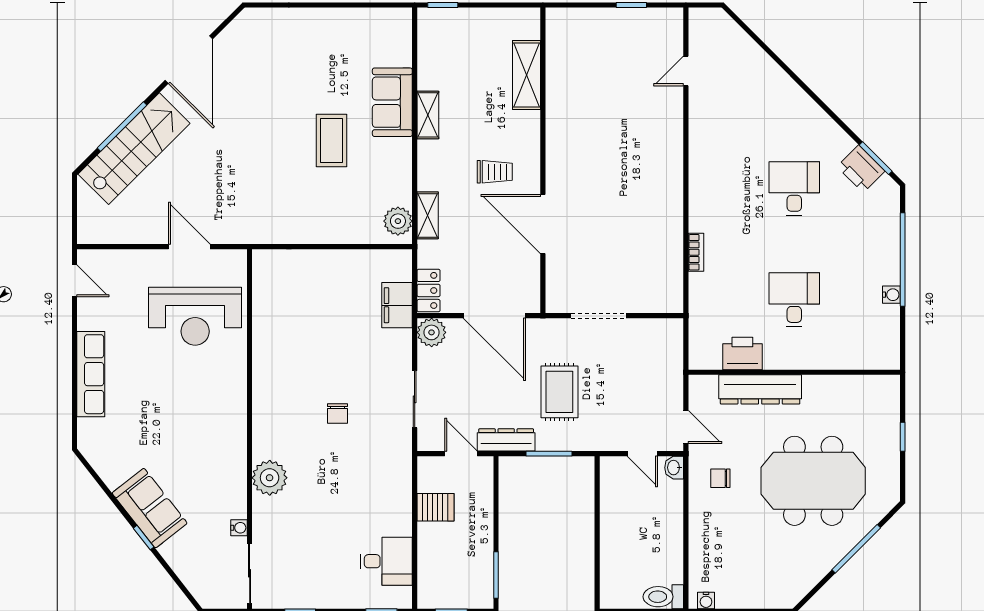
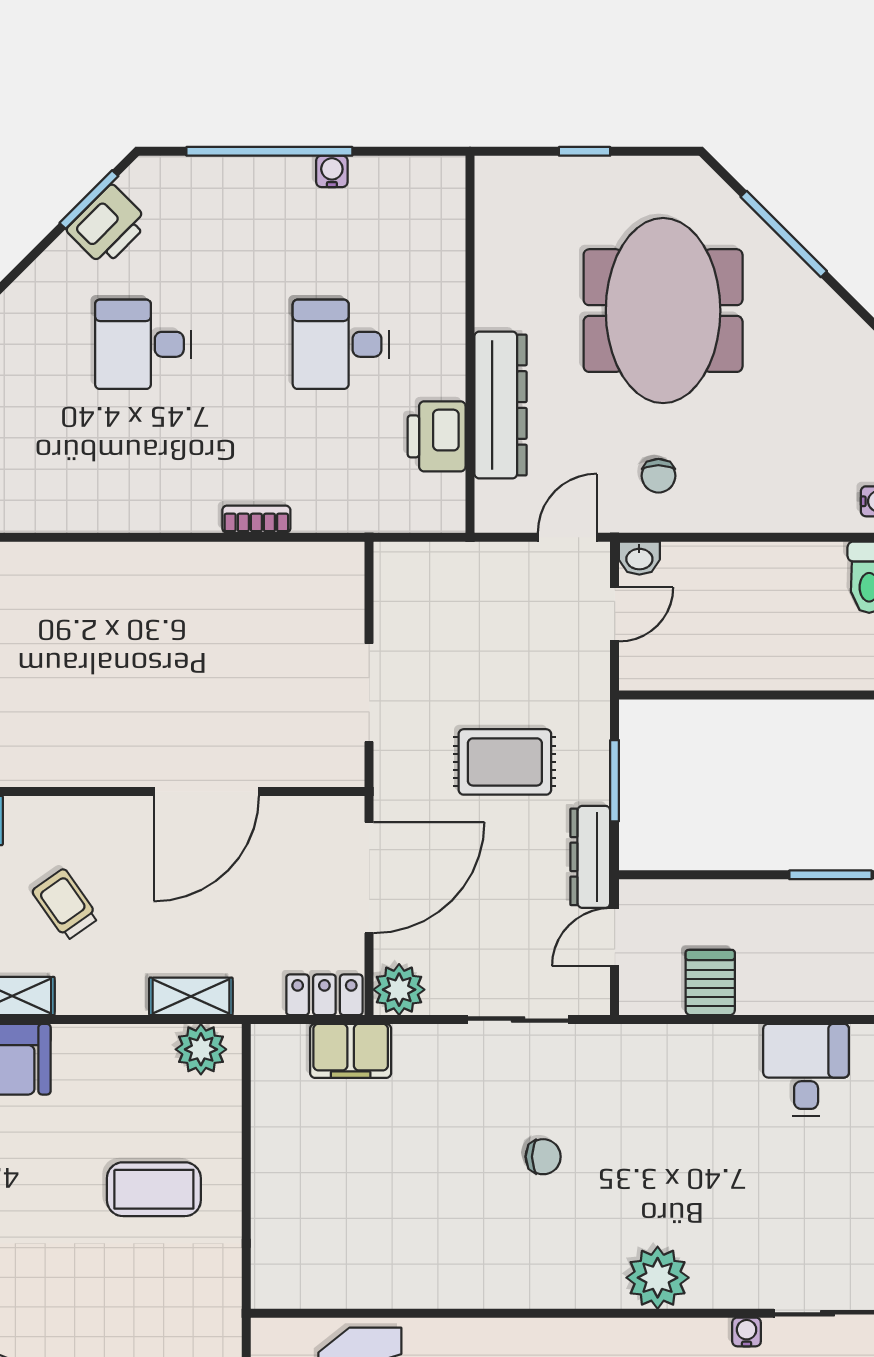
coffee table: (332, 141) -> (154, 1189), moved
trolley: (495, 172) -> (65, 904), moved, turned -35

